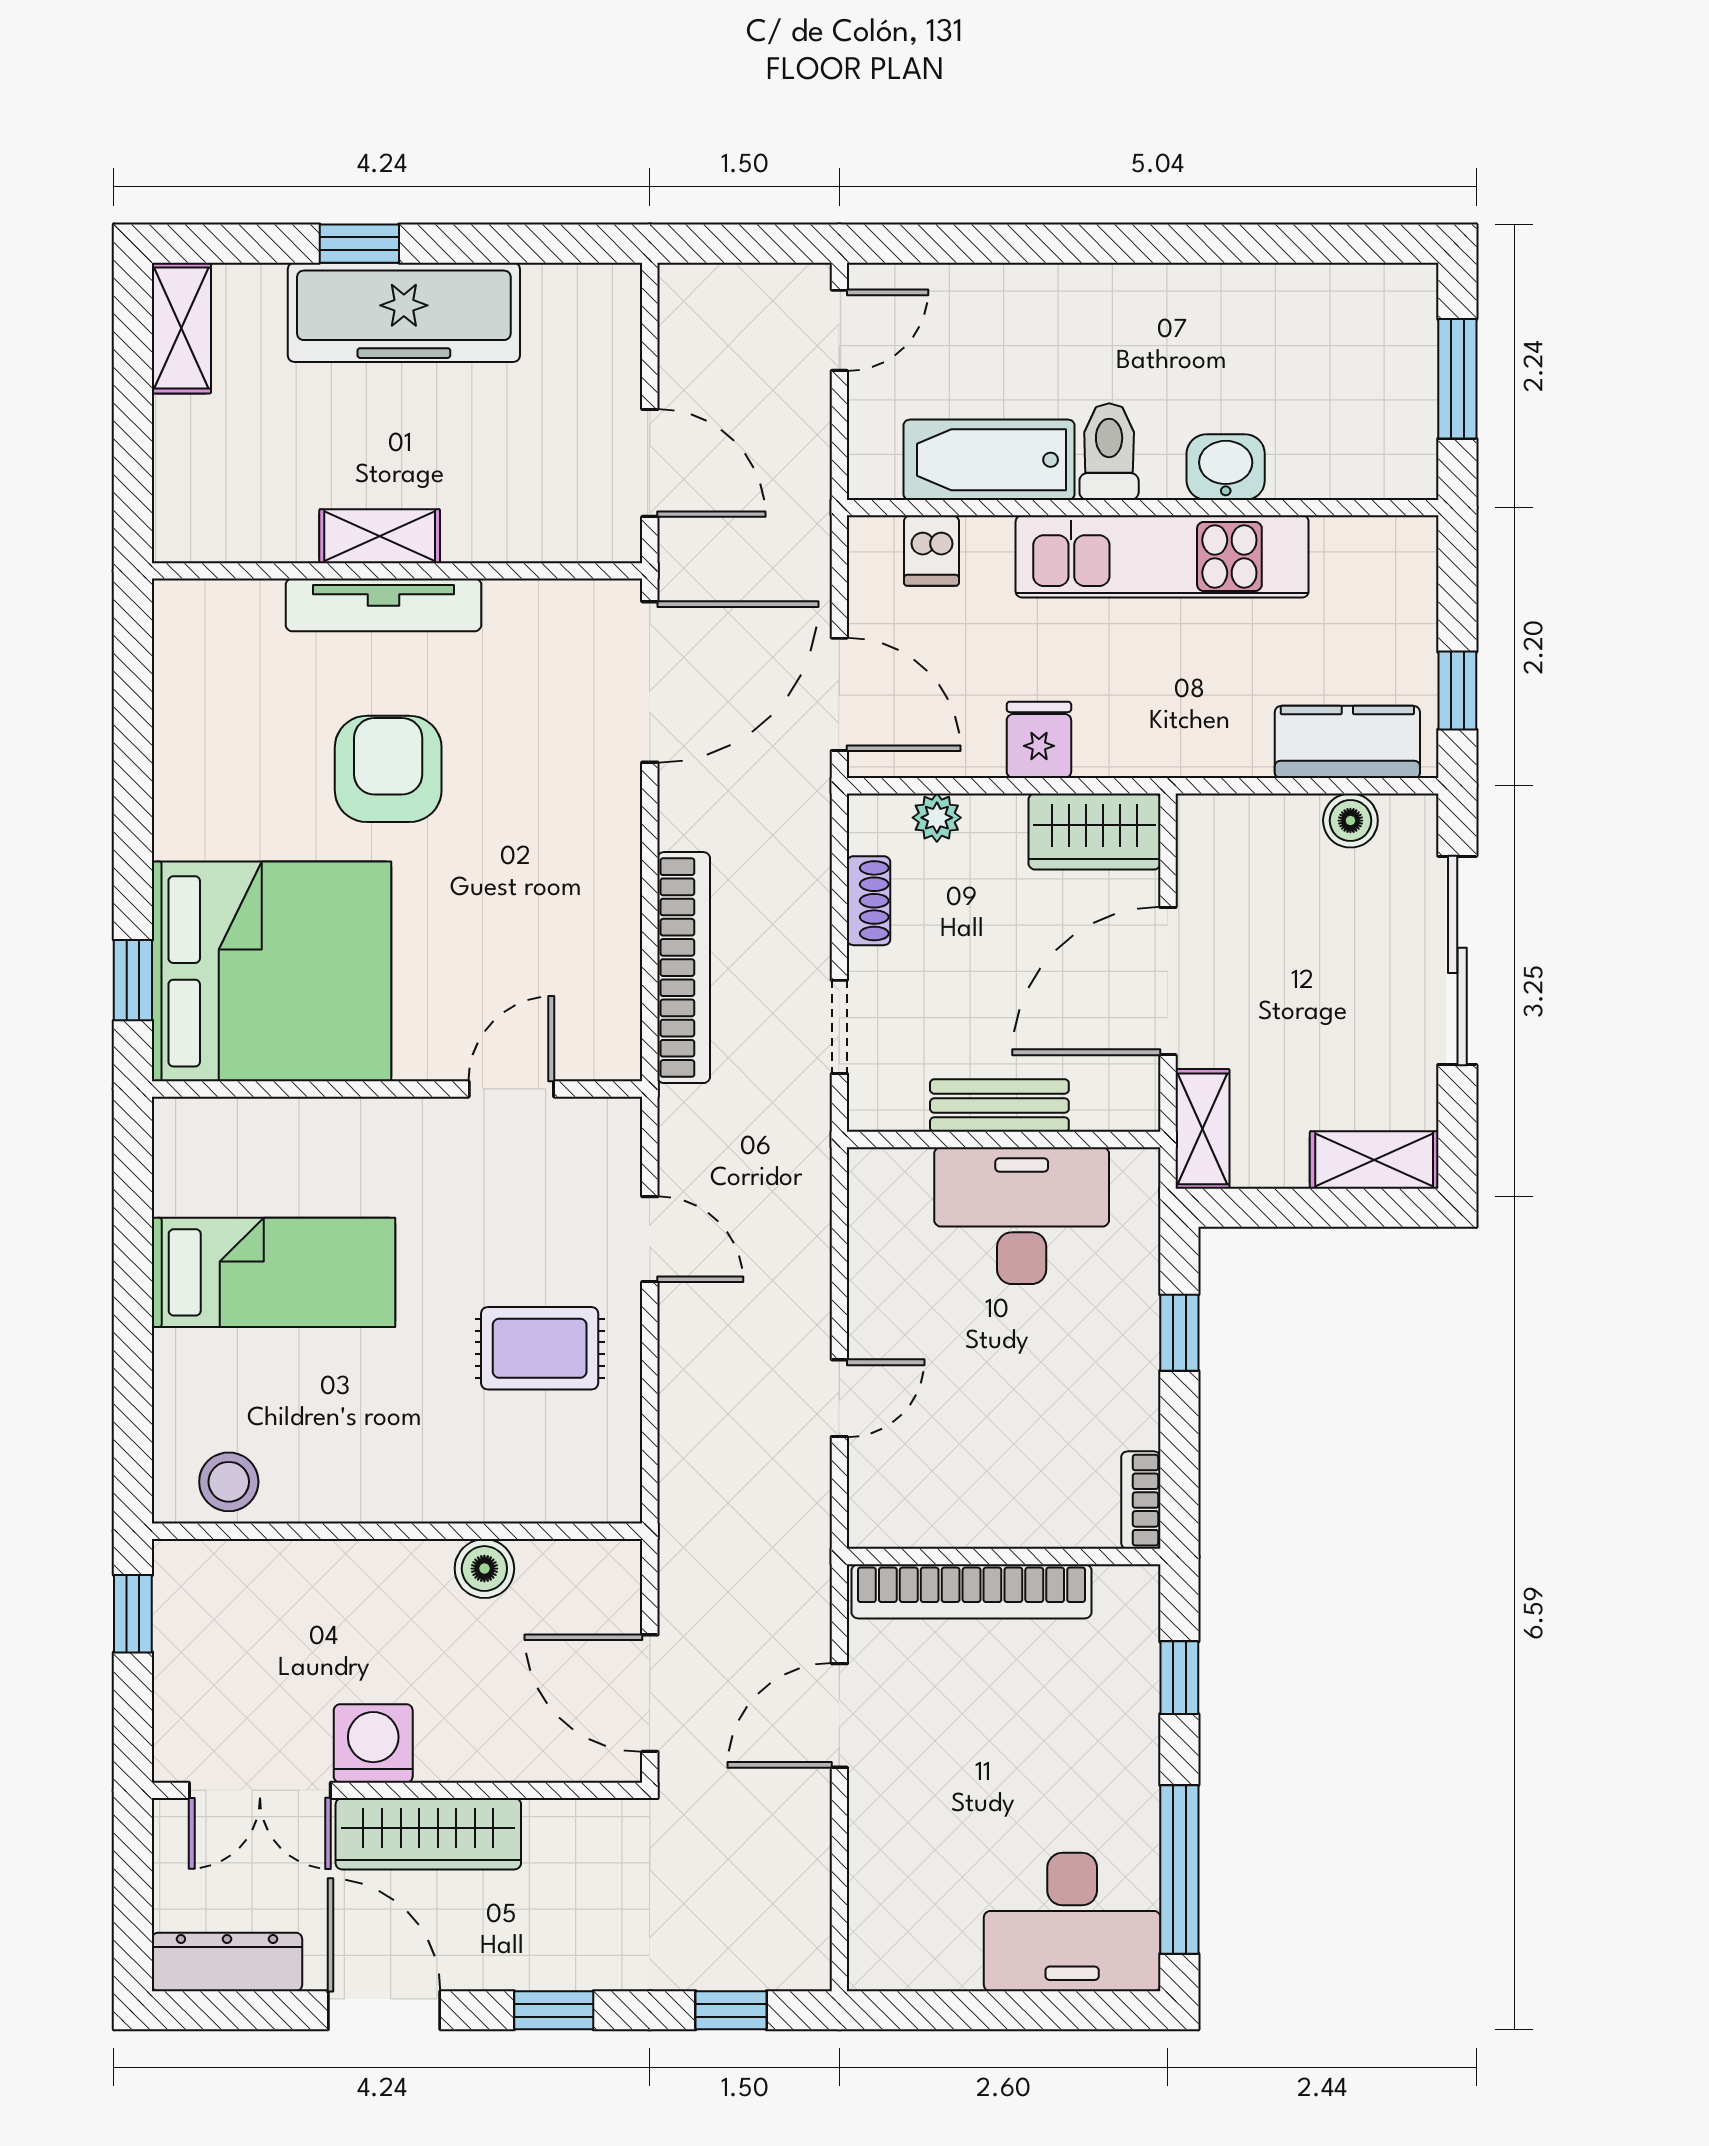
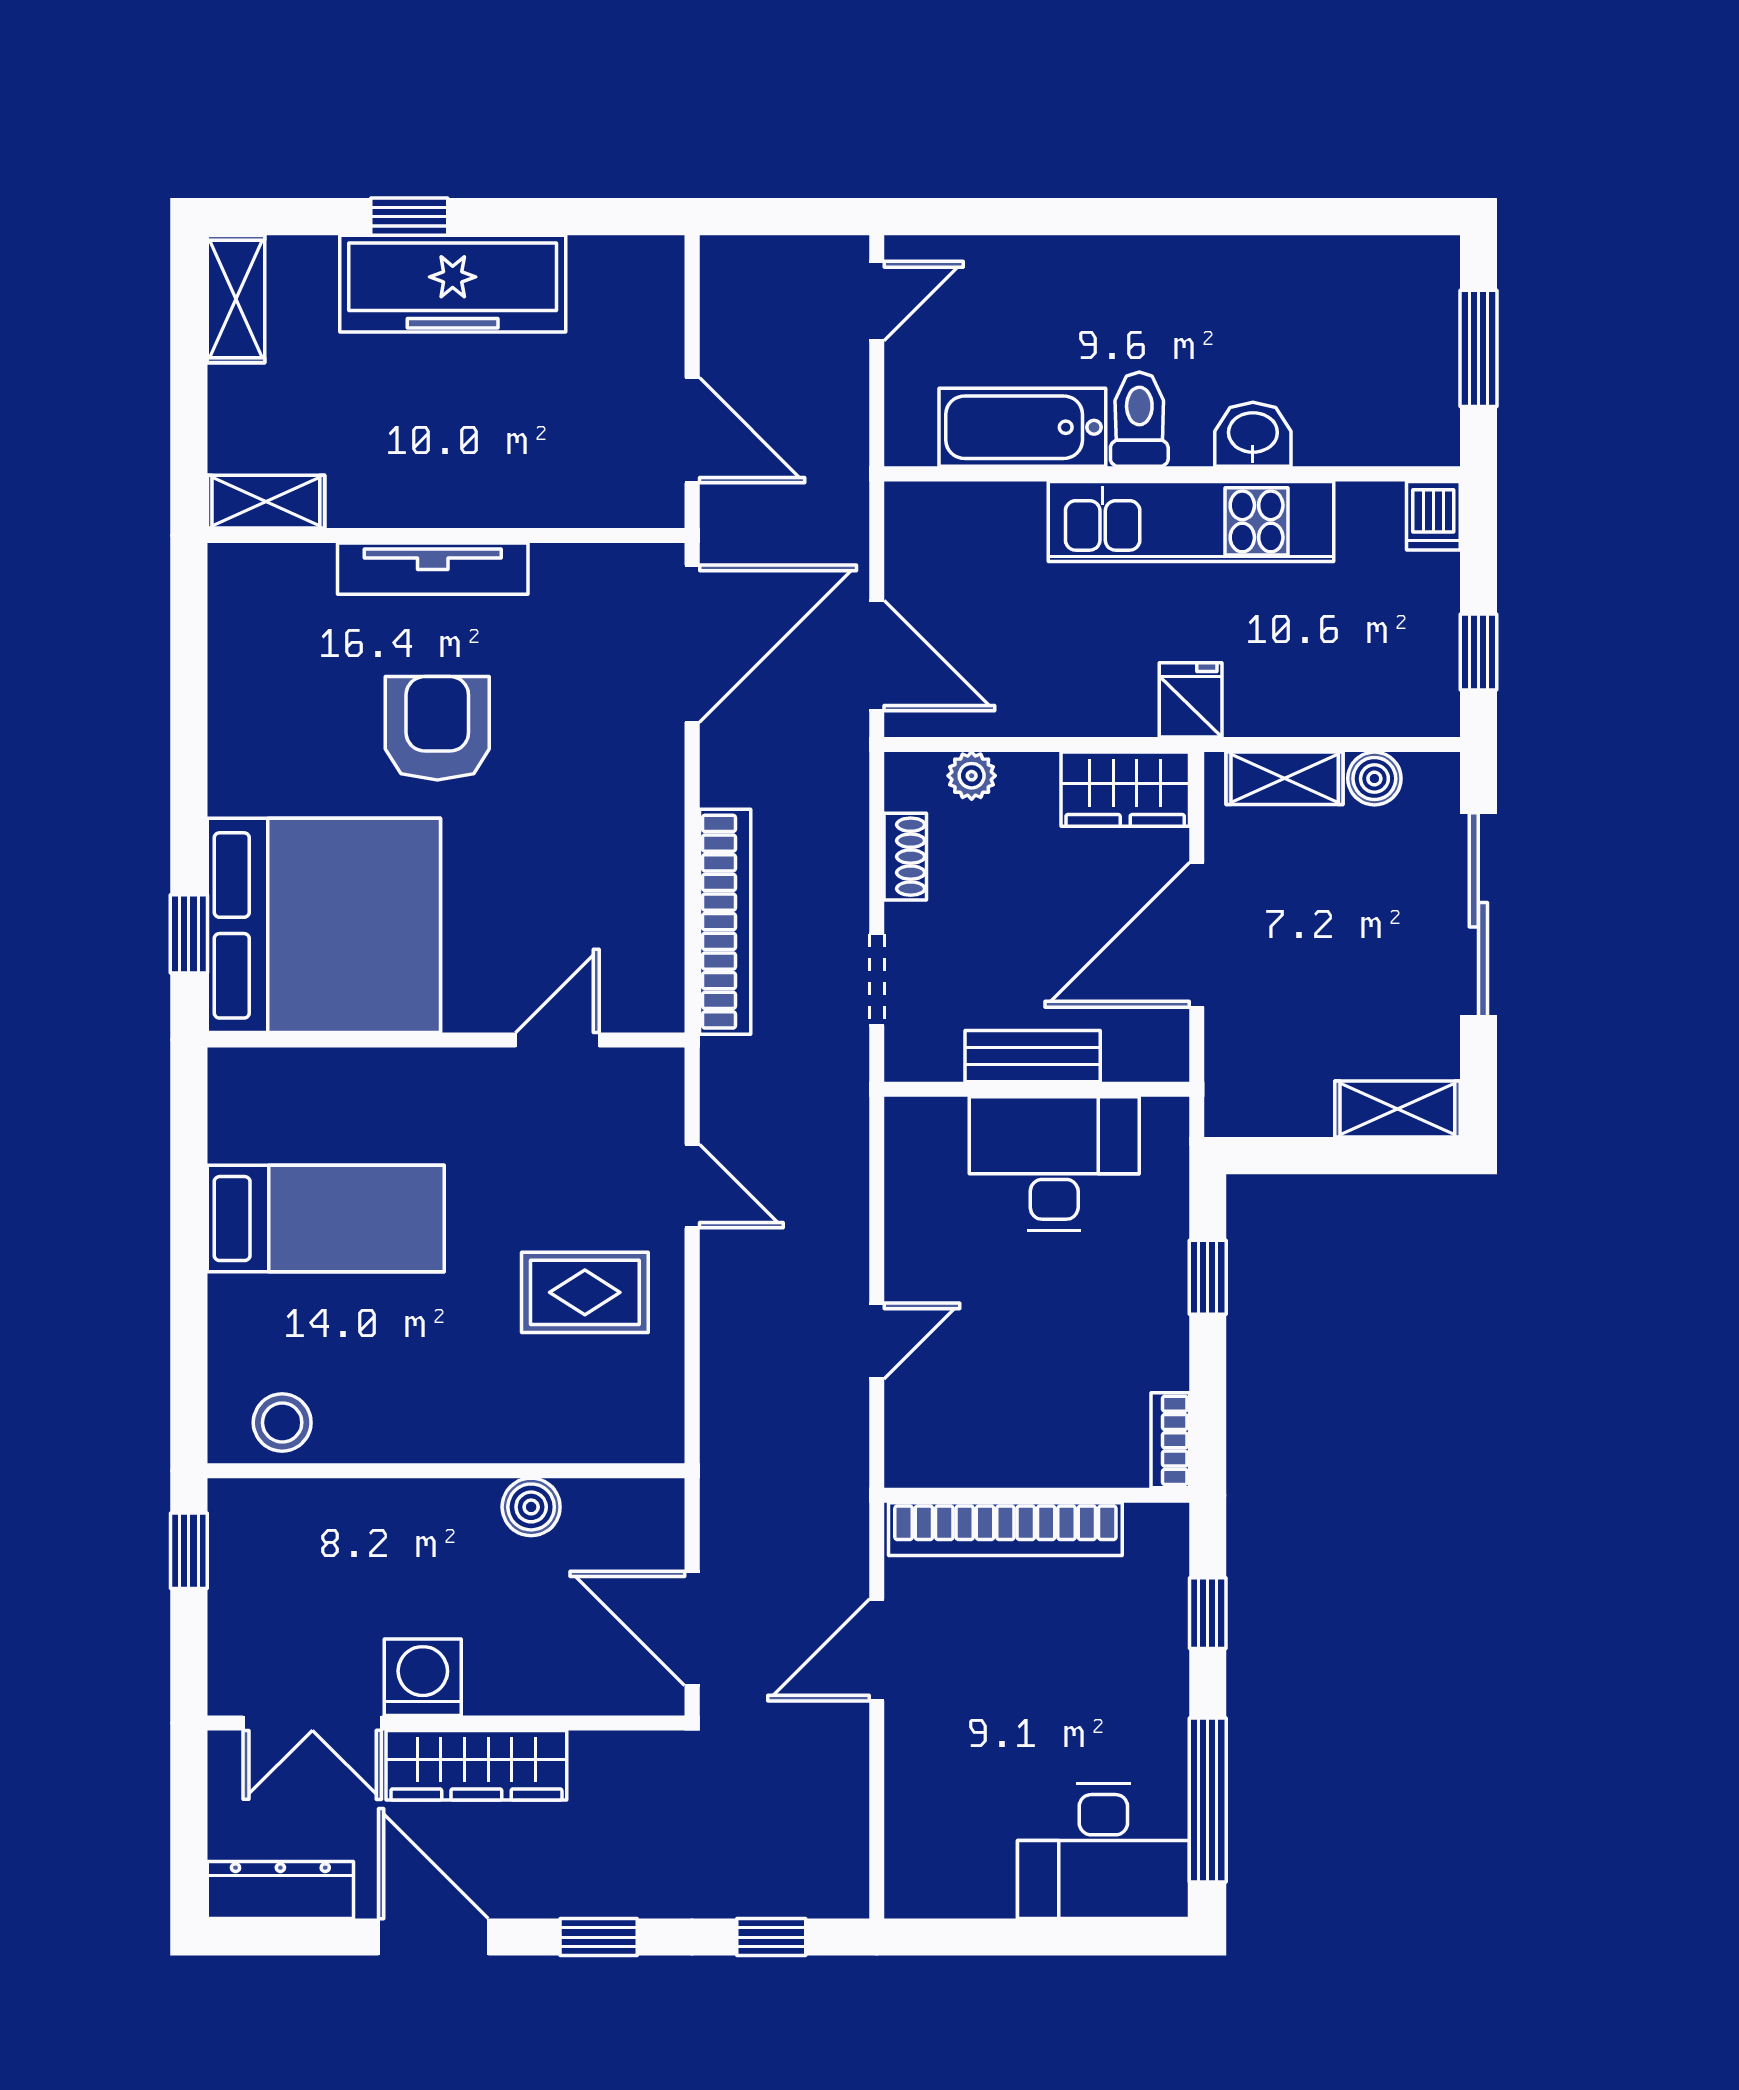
shelving: (380, 536) -> (266, 502), moved
dishwasher: (931, 551) -> (1433, 516), moved
fridge: (1039, 740) -> (1191, 700), moved
kitchen counter: (1347, 742) -> (1371, 702), removed
shelving: (1202, 1129) -> (1285, 778), moved, turned 90

